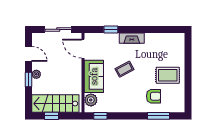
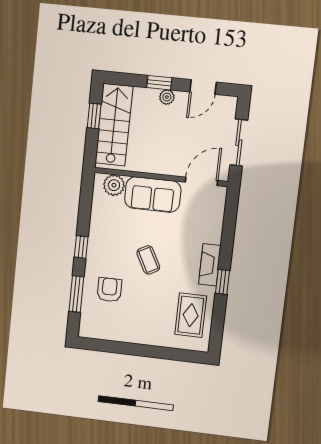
window: (111, 29) -> (222, 282), moved
coffee table: (124, 69) -> (148, 260), moved
rug: (168, 75) -> (191, 315), moved
armchair: (154, 96) -> (109, 290), turned 180
window: (100, 116) -> (81, 247), moved

